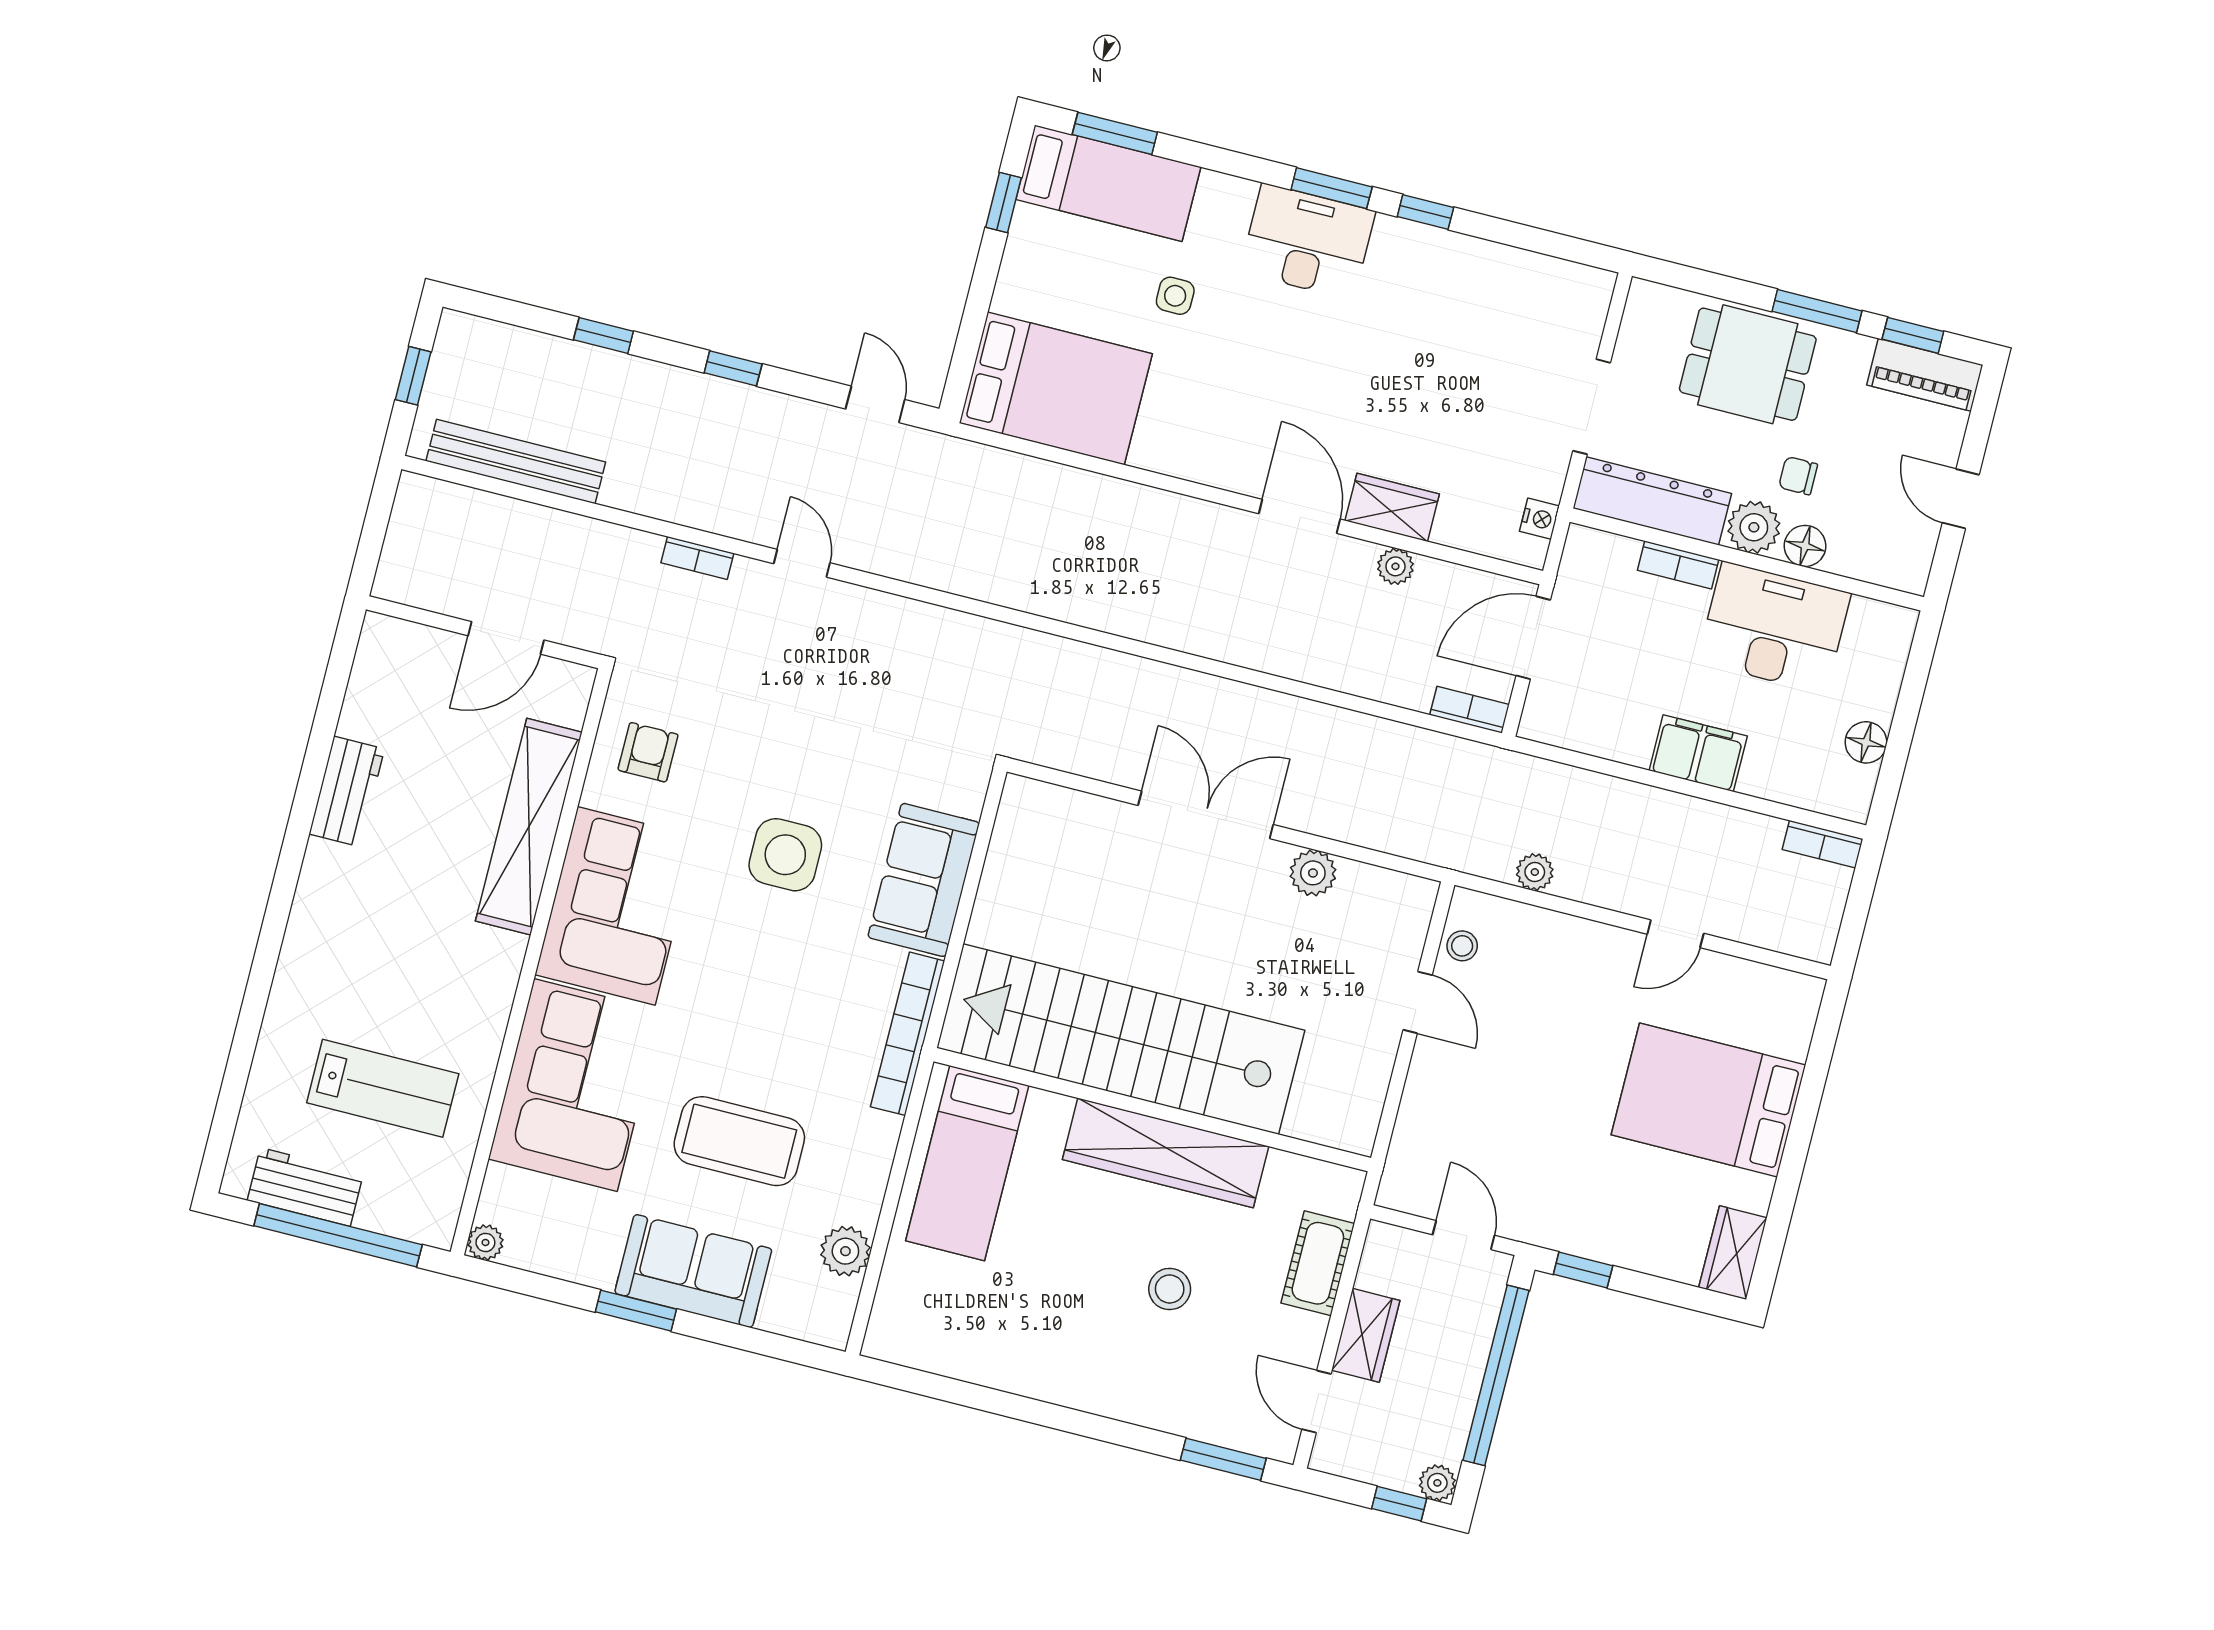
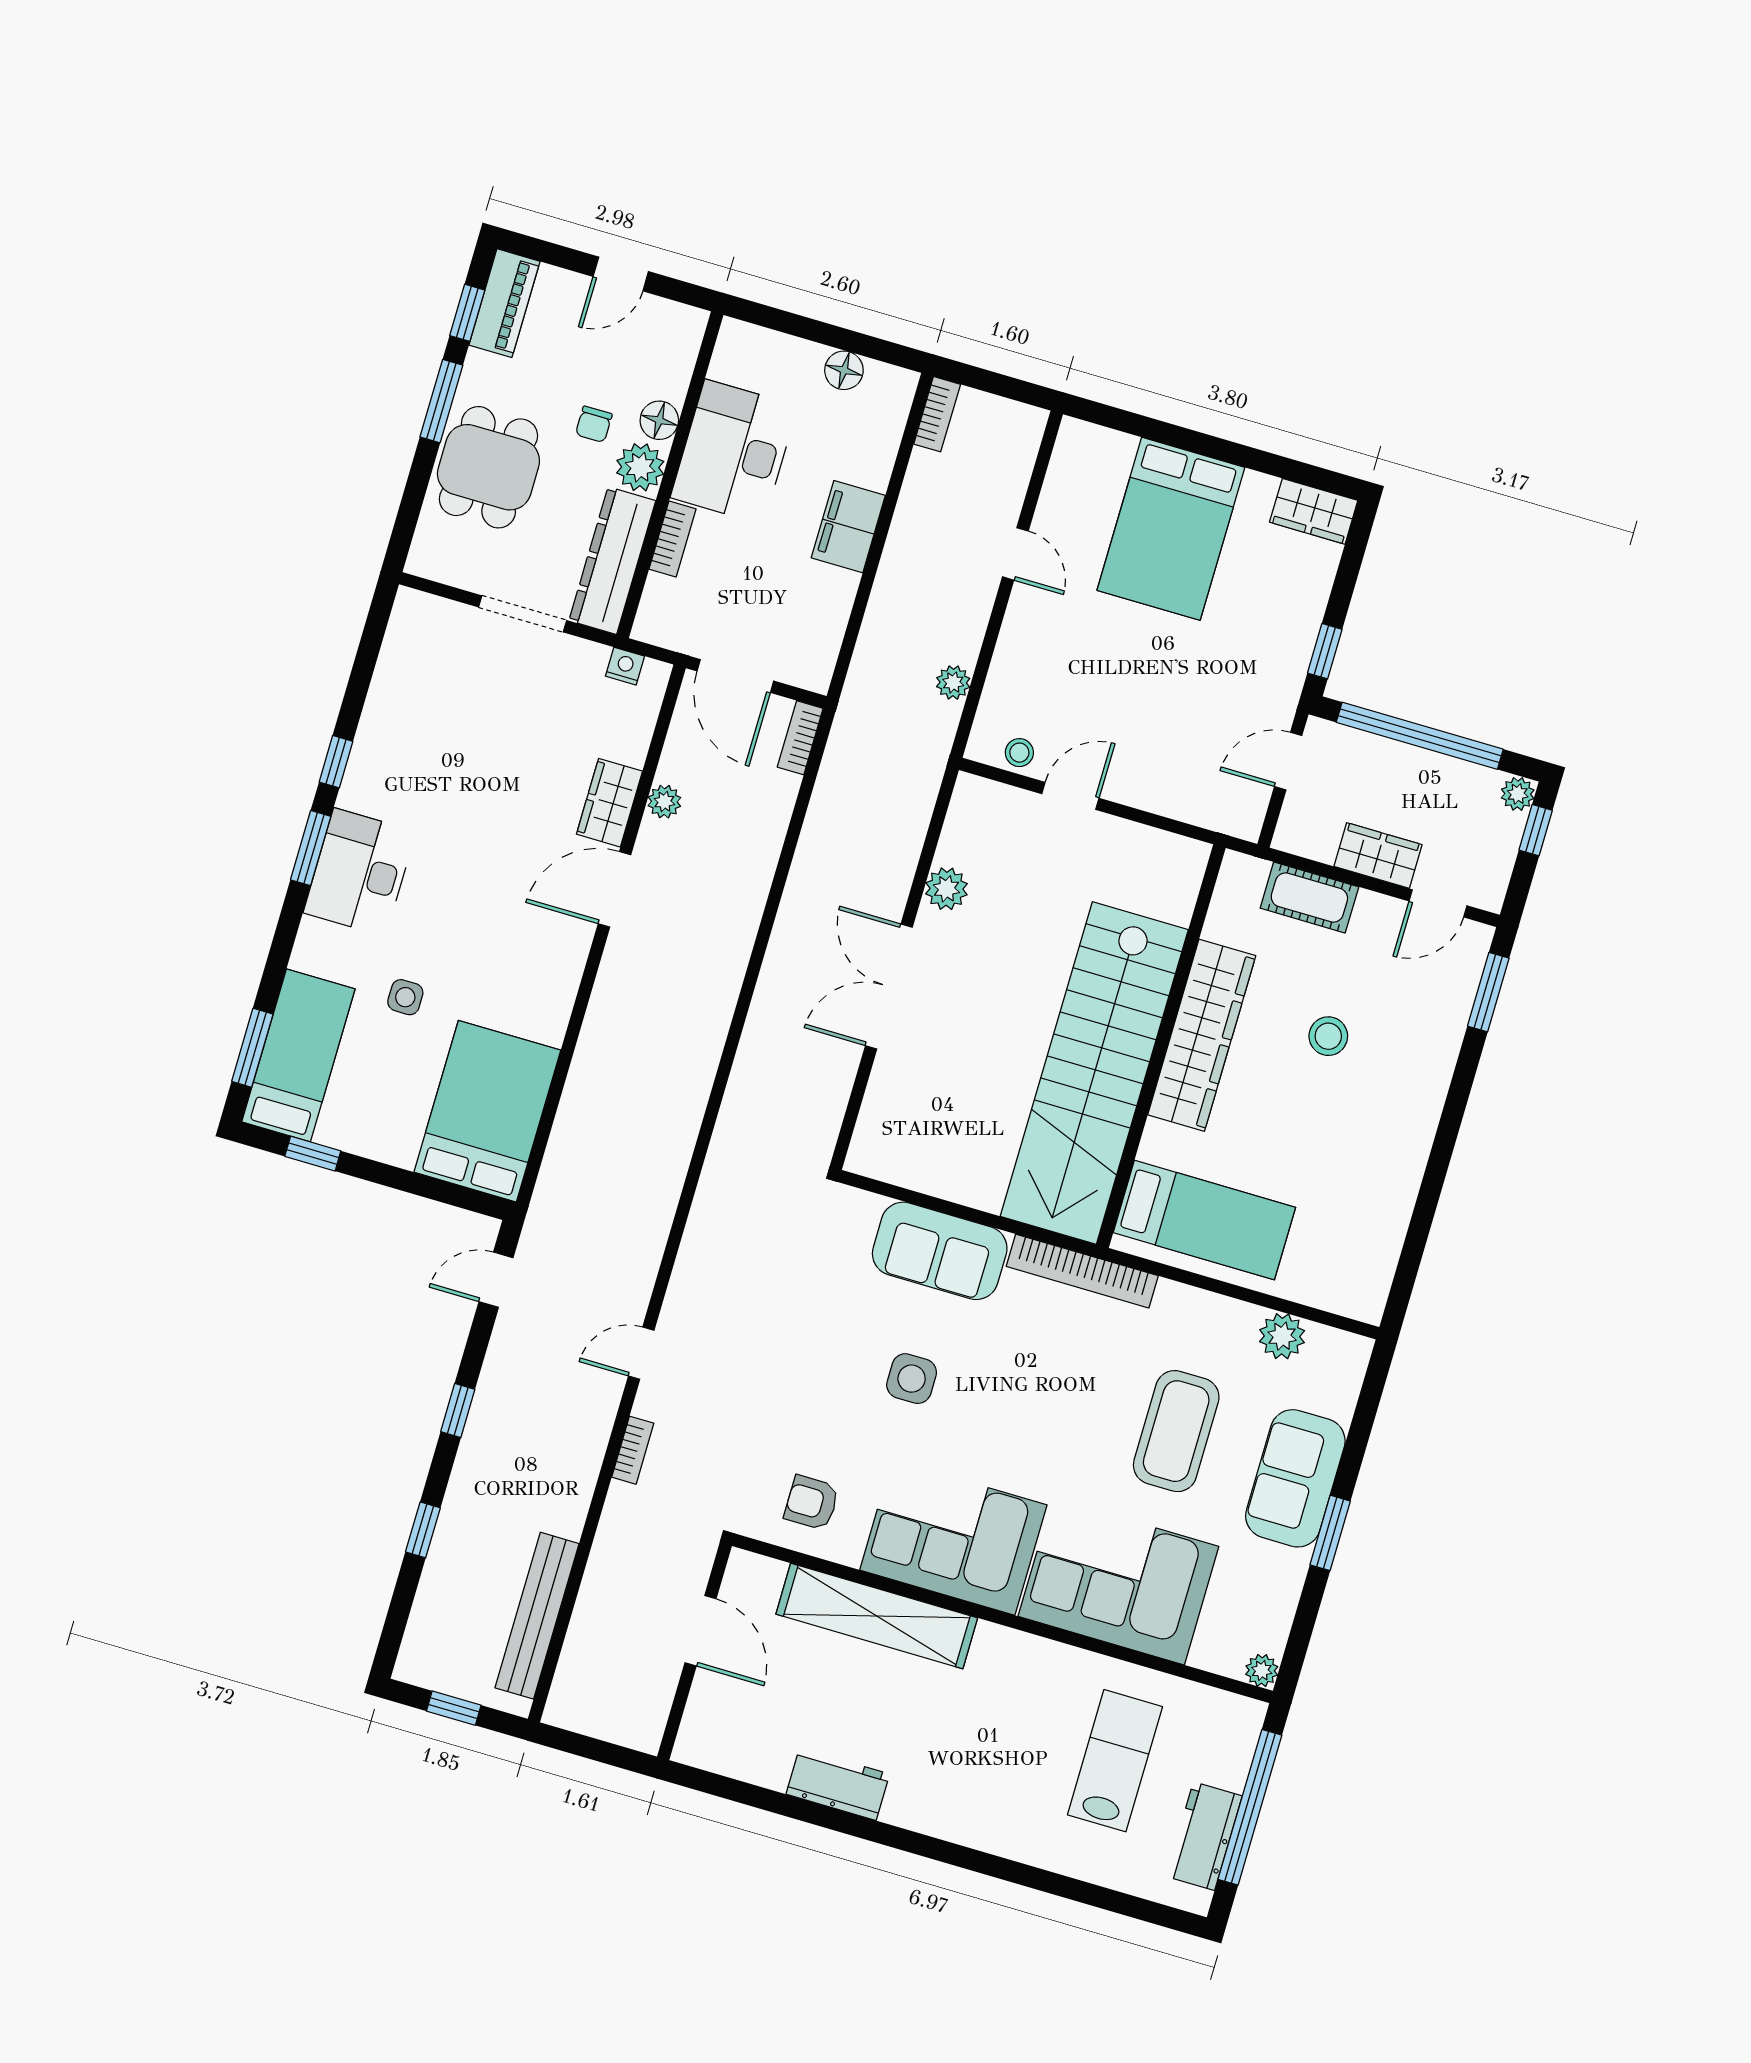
side table: (785, 855) -> (912, 1379), width x0.73, depth x0.73

